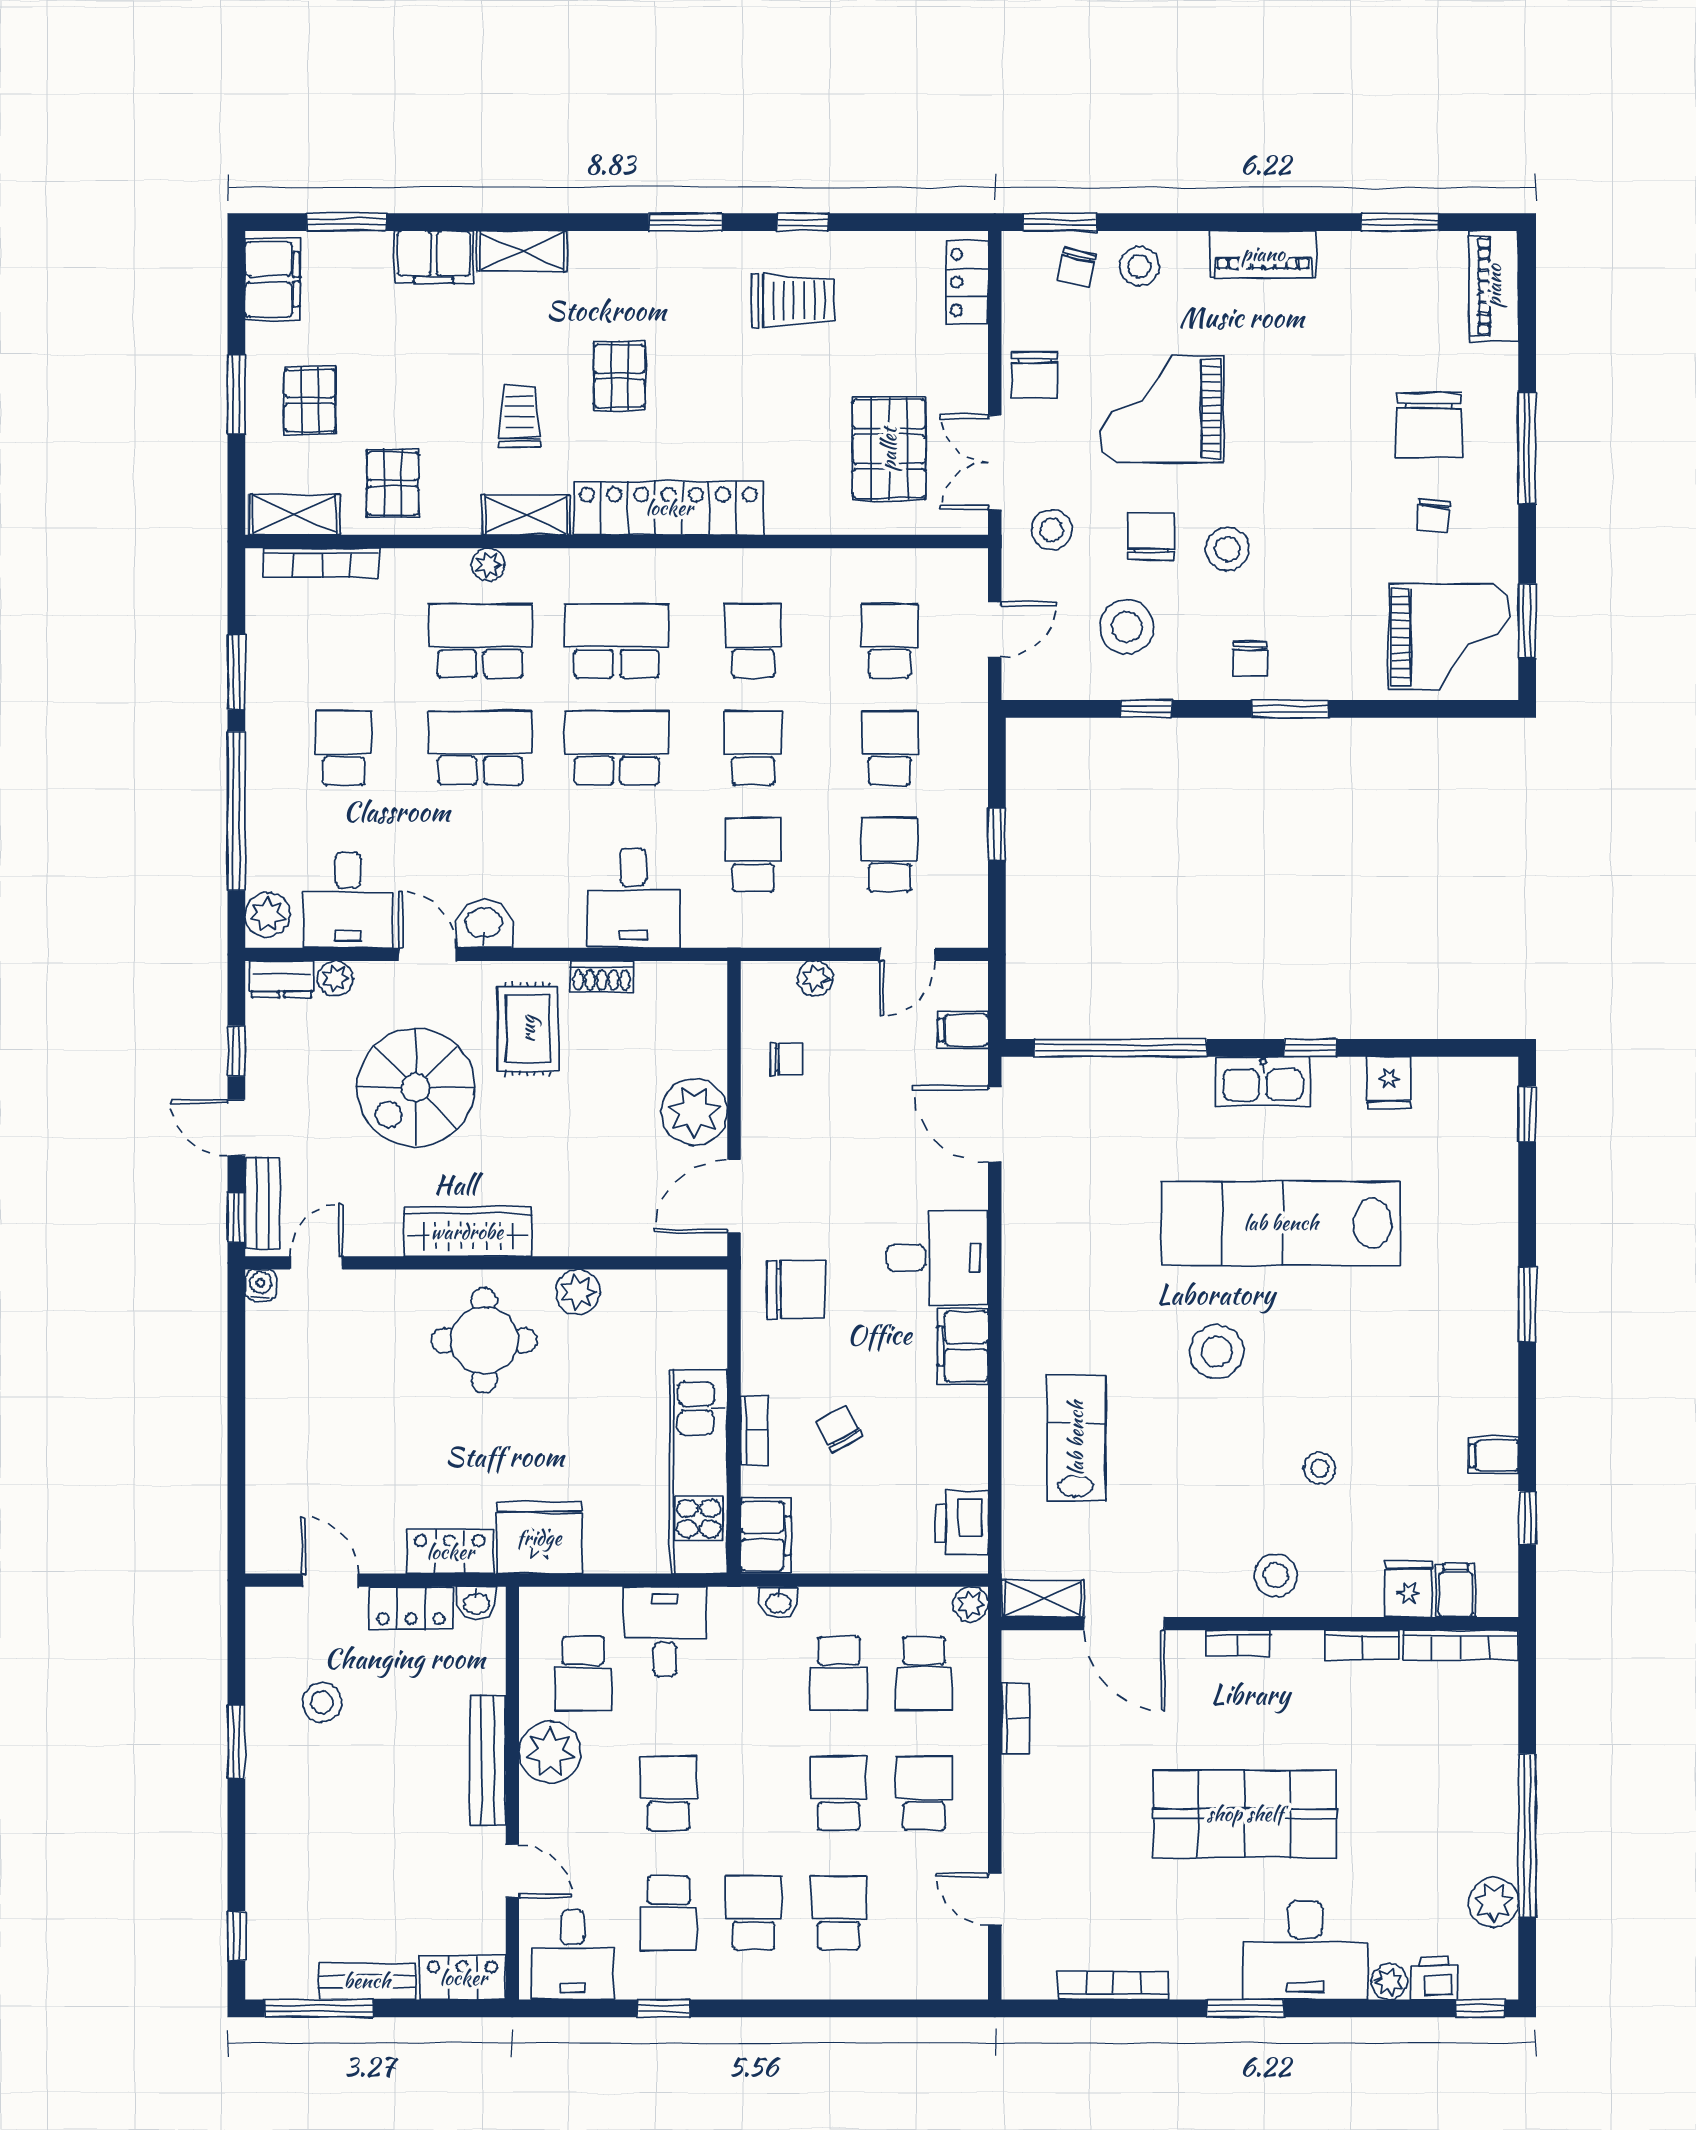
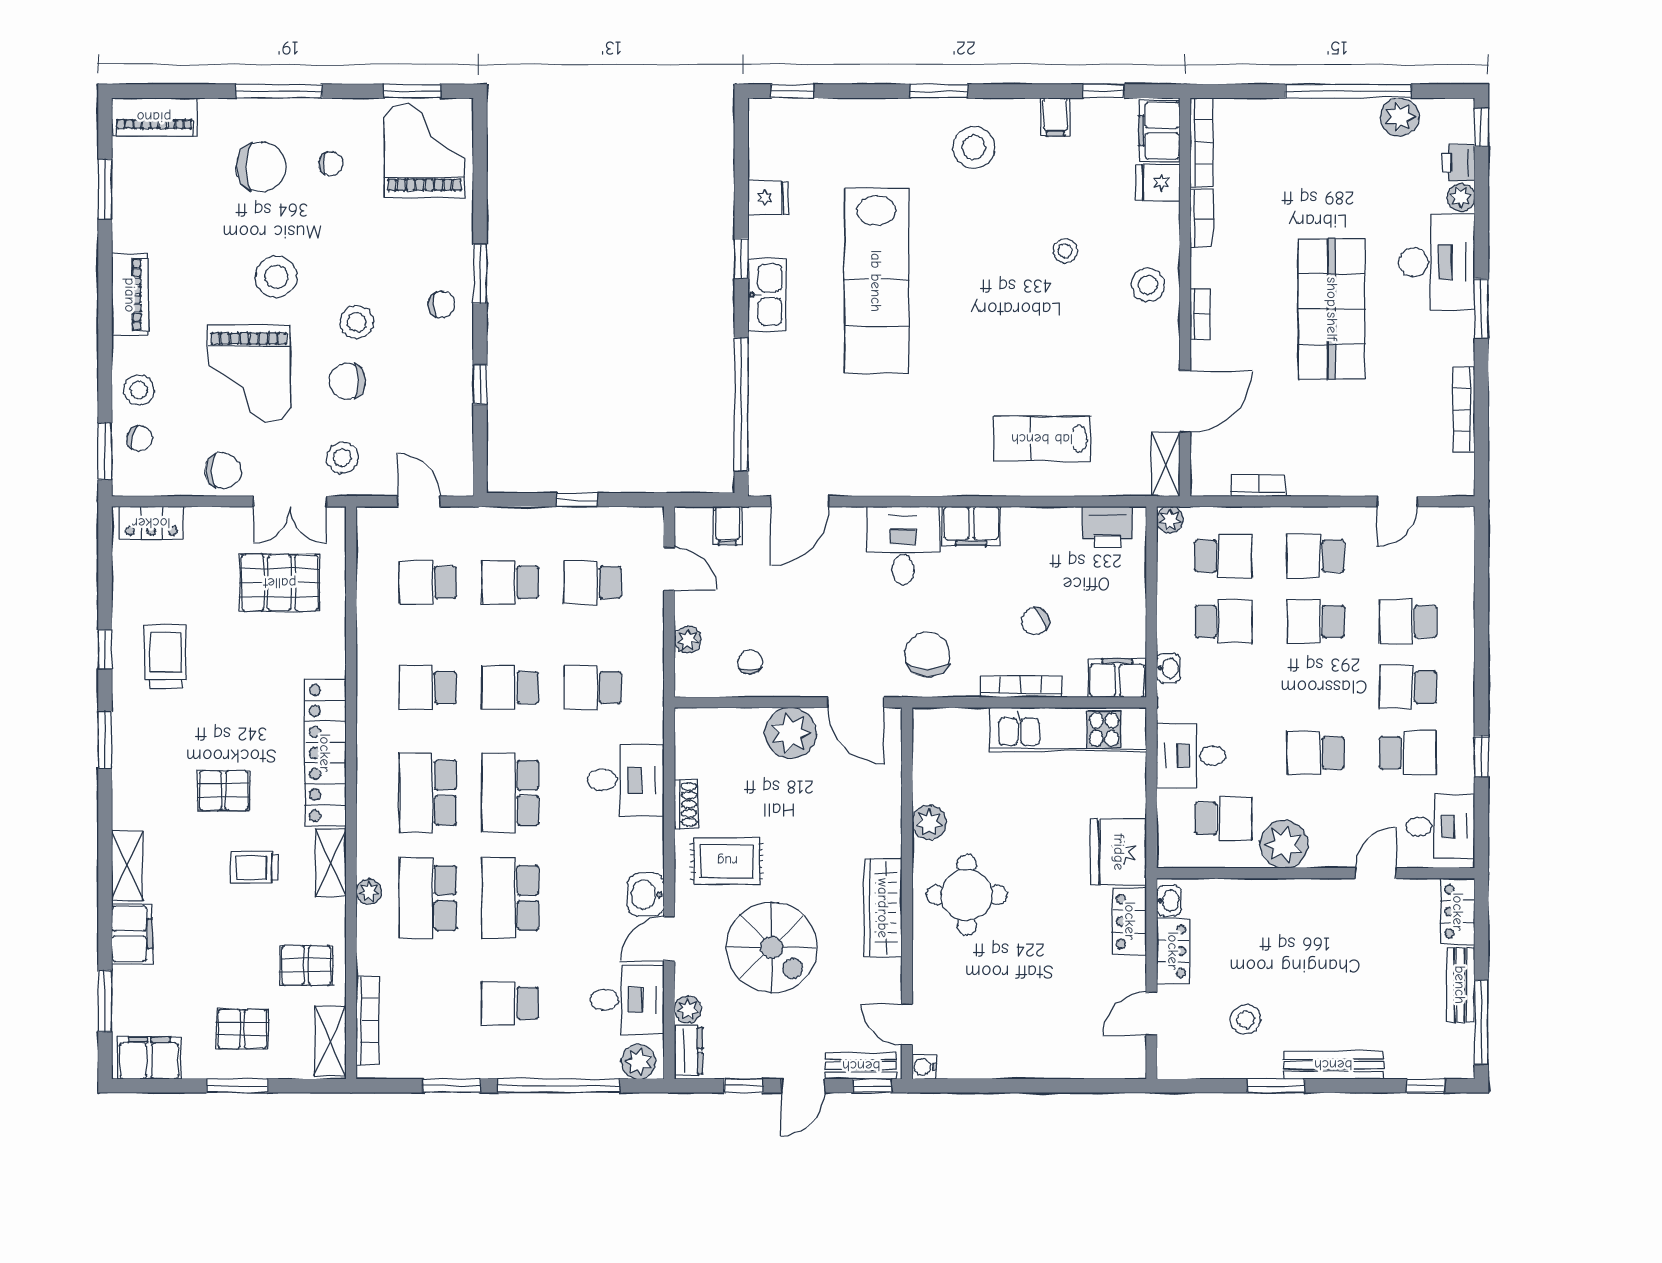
stool: (1127, 627) -> (276, 277), moved
stool: (1217, 1352) -> (974, 147), moved
bookcase: (754, 1430) -> (1021, 687), width x1.56
filing cabinet: (1456, 1591) -> (1159, 131), width x2.00
bench: (488, 1761) -> (1333, 1065), moved

